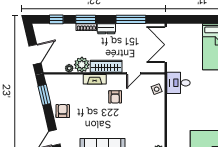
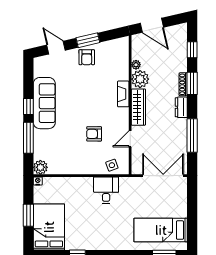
door: (134, 73) -> (130, 139), hinge flipped
desk: (178, 83) -> (106, 190), moved
window: (44, 95) -> (88, 40), moved
armchair: (115, 97) -> (94, 134), moved
armchair: (63, 111) -> (87, 57), turned 90

